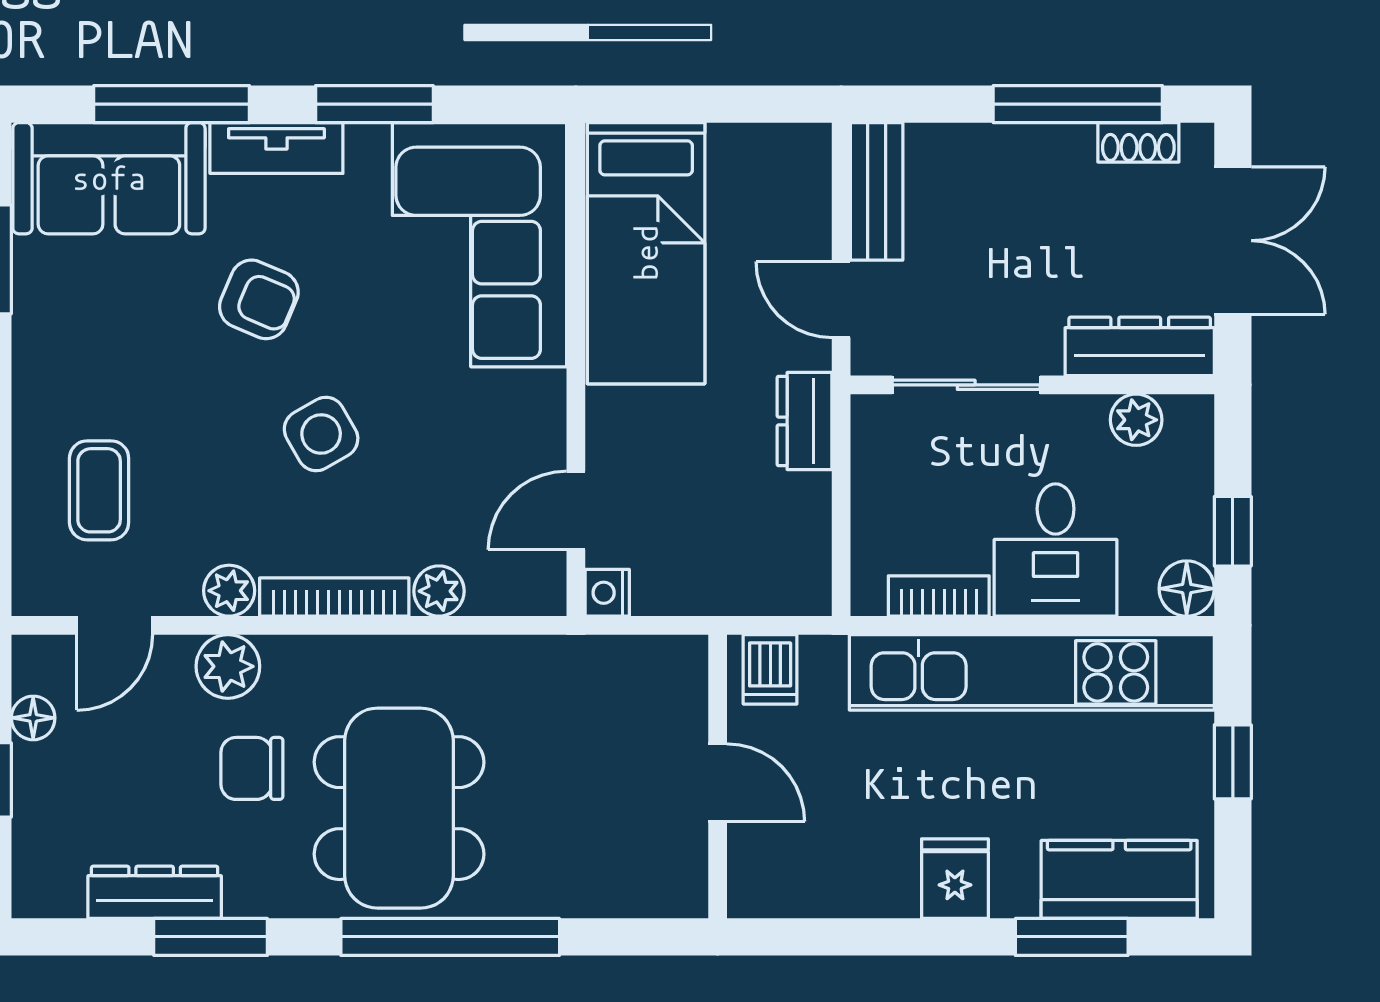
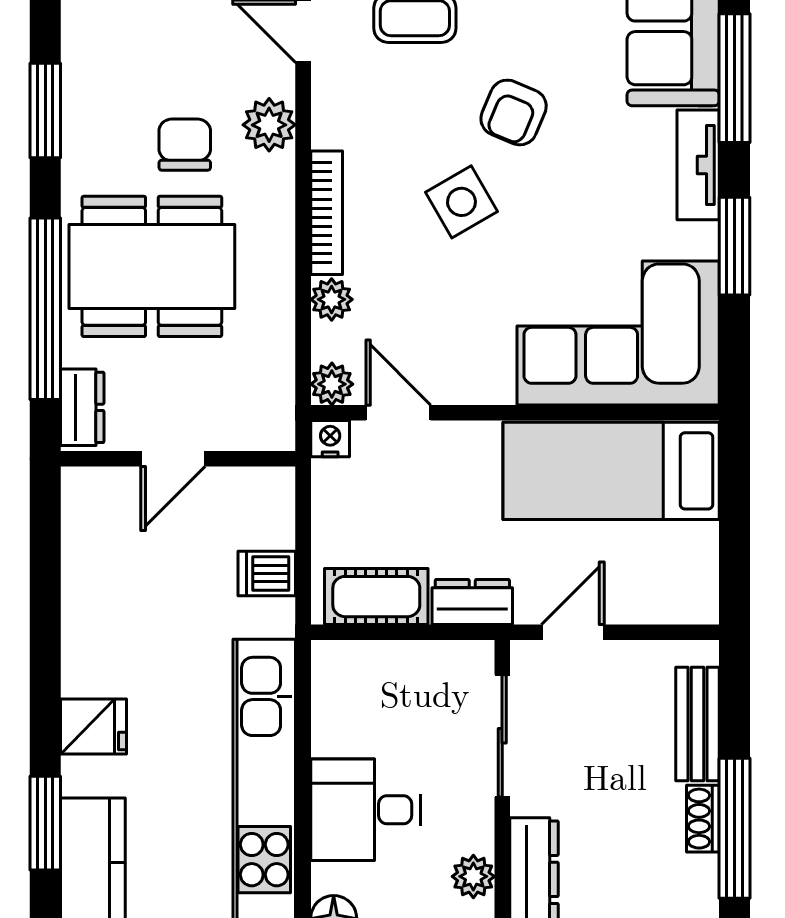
shoe rack: (1138, 142) -> (703, 819), moved
bench: (877, 191) -> (697, 724), moved, turned 90
armchair: (259, 299) -> (514, 112), moved
cot: (798, 537) -> (376, 597), added
plant: (229, 591) -> (332, 384), moved
bookcase: (939, 596) -> (327, 713), removed
wall: (718, 777) -> (178, 459), moved
door: (718, 783) -> (173, 459), moved
dresser: (155, 892) -> (82, 407), moved, width x0.70

